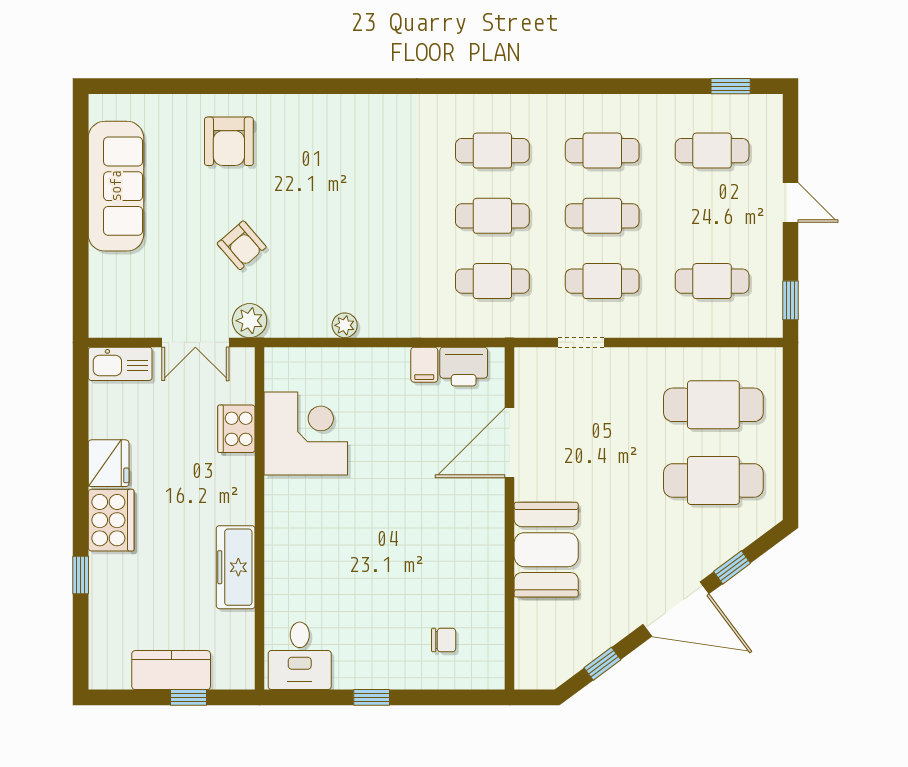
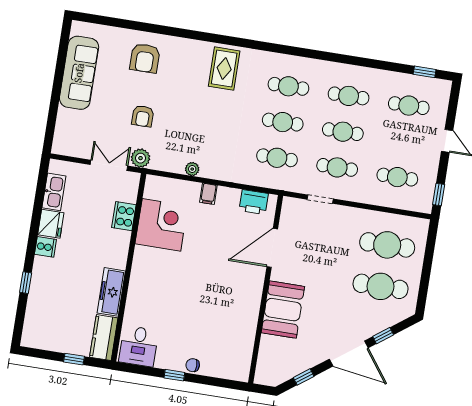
rug: (373, 137) -> (224, 69), added
armchair: (242, 245) -> (143, 116), turned 41
double door: (195, 342) -> (109, 165), swing flipped
kitchen sink: (120, 364) -> (54, 192), moved, turned -90
filing cabinet: (424, 365) -> (208, 194), moved
cooker: (111, 520) -> (45, 247), width x0.53, depth x0.76
chair: (444, 640) -> (193, 365), moved, turned 180
kitchen counter: (171, 670) -> (104, 338), moved, turned -90

